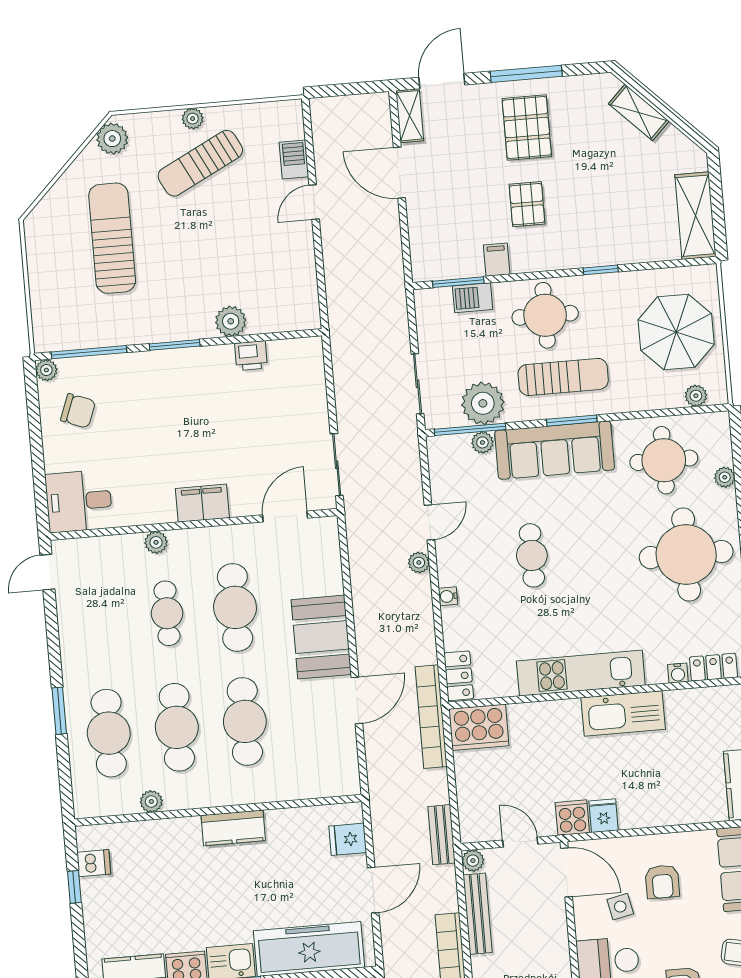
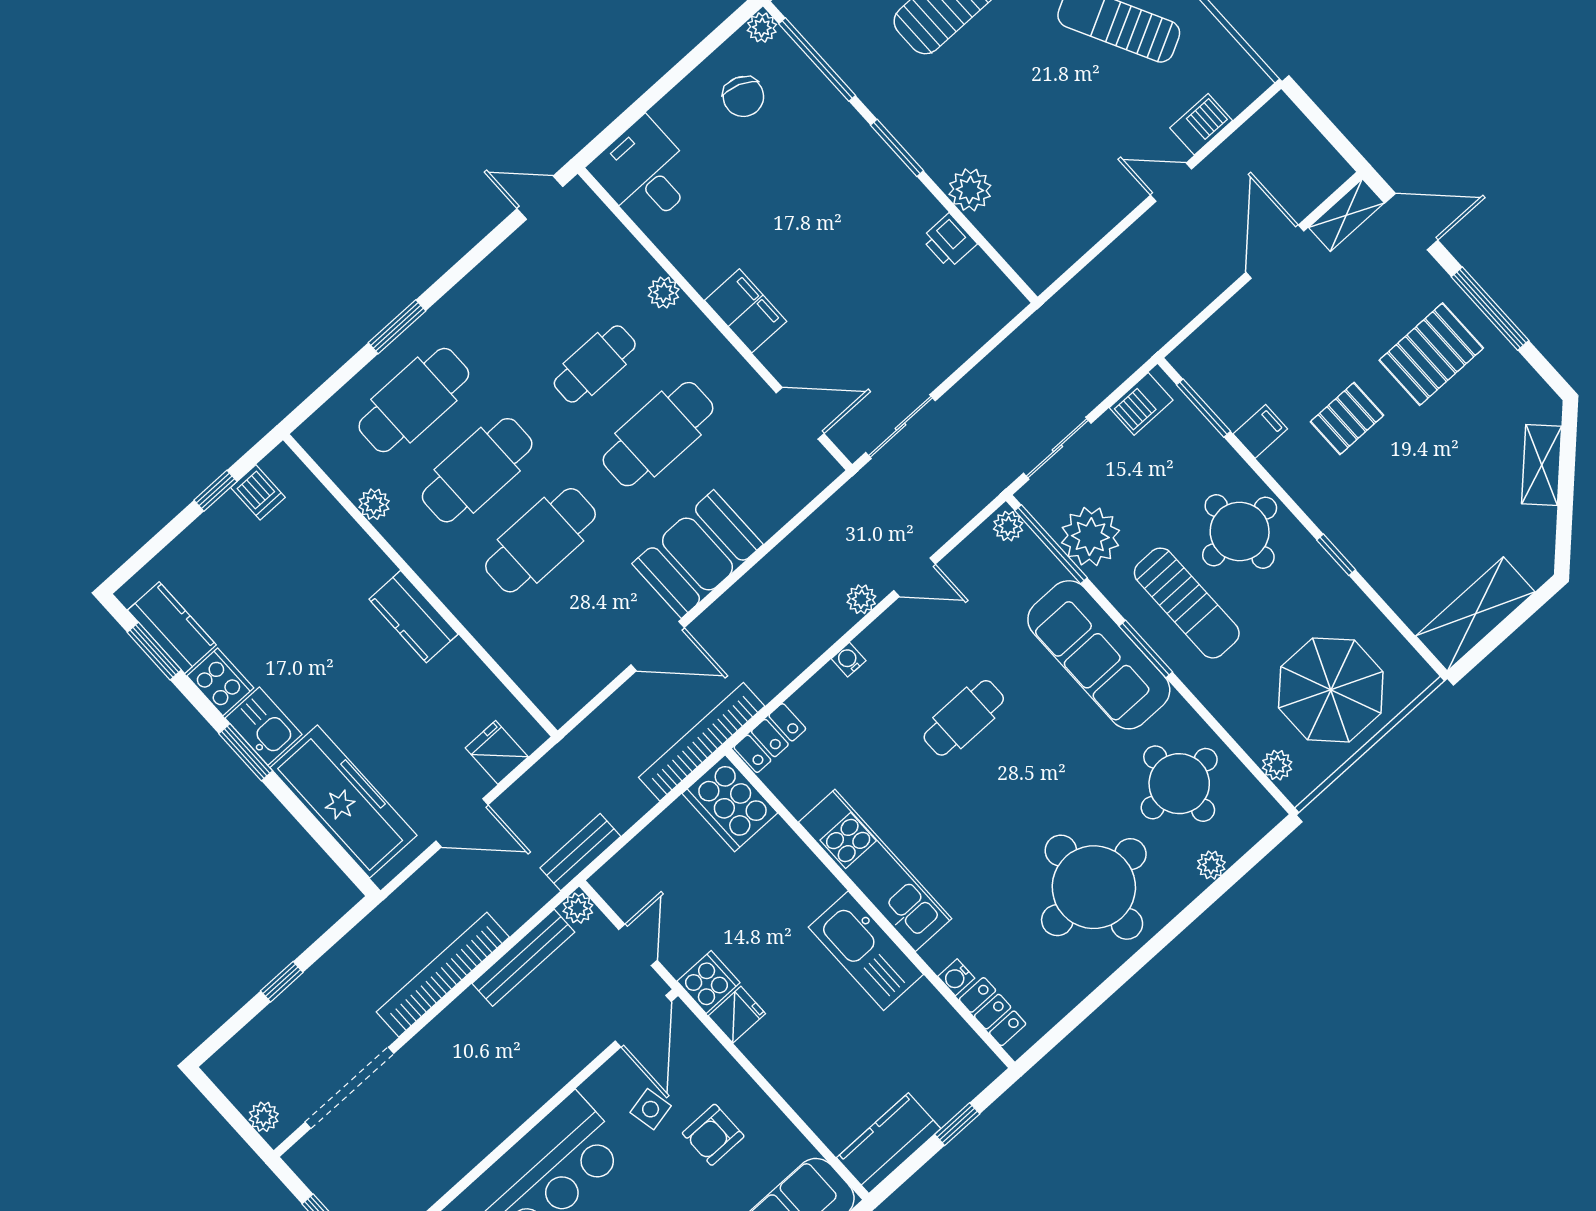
barbecue: (473, 298) -> (1141, 404), moved, turned -90
plant: (482, 442) -> (1008, 526), moved

